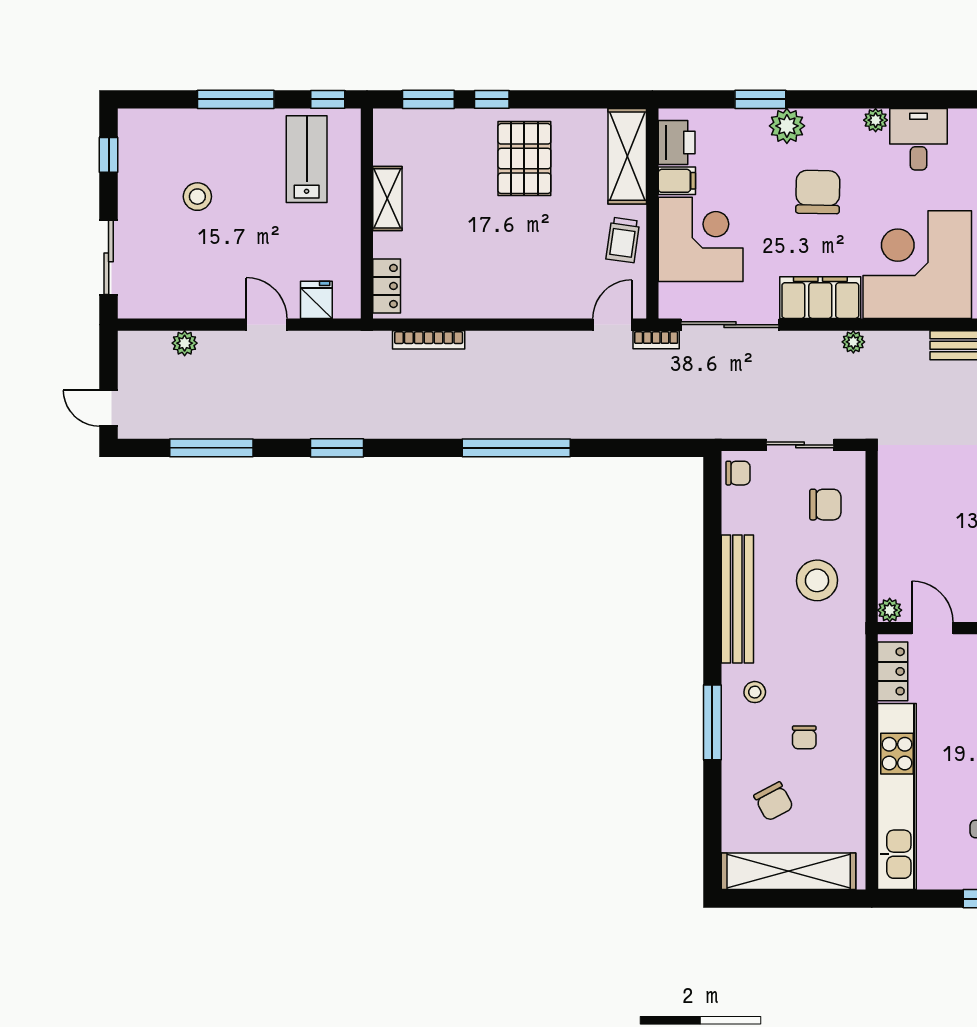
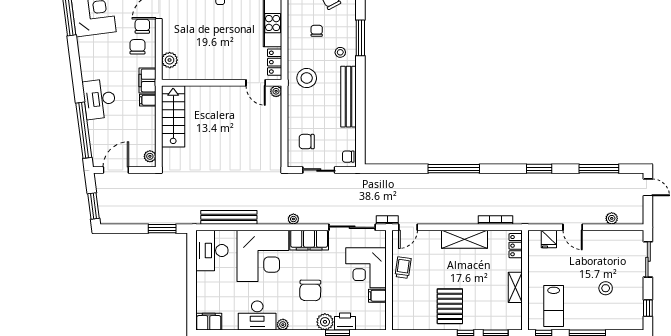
desk: (918, 139) -> (257, 316), width x1.37
printer: (677, 142) -> (345, 322), moved, turned 90
shelving: (627, 156) -> (465, 239), moved, turned 90
stool: (817, 580) -> (307, 78), moved

